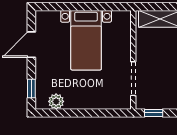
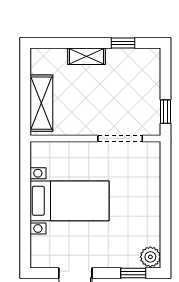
plant: (56, 101) -> (150, 257), moved

